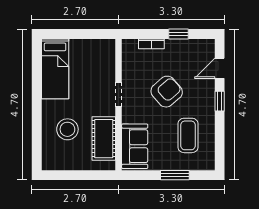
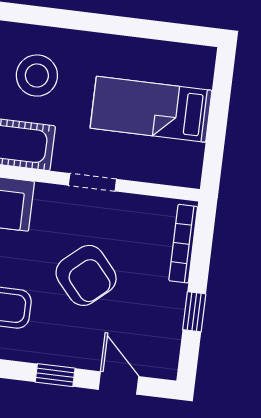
bookcase: (151, 44) -> (183, 244), width x1.56
bed: (55, 69) -> (151, 109), moved

